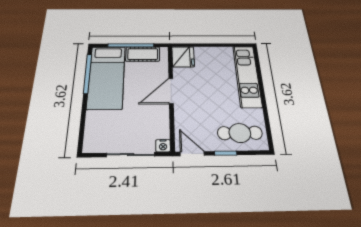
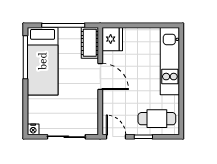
cot: (143, 54) -> (90, 43), moved, turned 90
door: (171, 91) -> (100, 77), swing flipped
nightstand: (163, 146) -> (33, 129), moved

